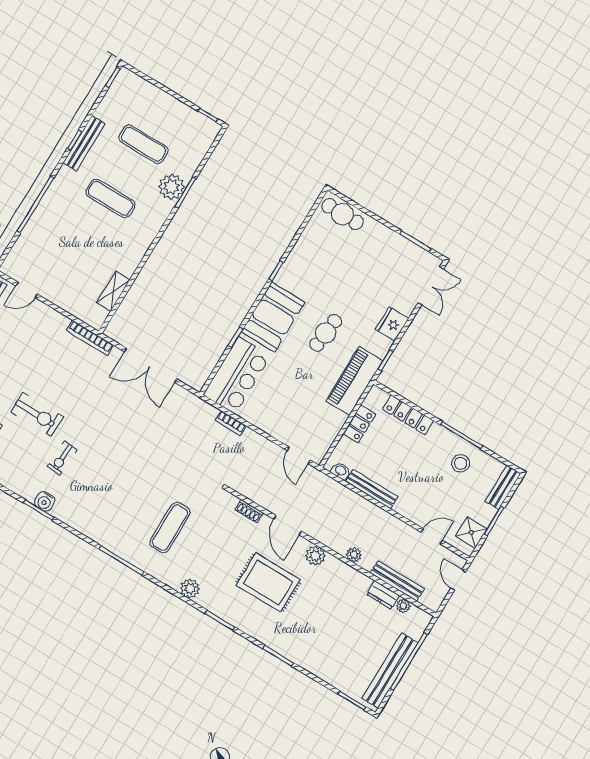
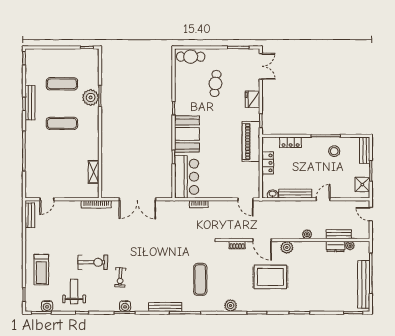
cafe table: (326, 333) -> (215, 83), moved
locker: (408, 415) -> (291, 142), width x0.66
bench: (99, 536) -> (165, 307), added
door: (432, 536) -> (323, 199), moved
bench: (397, 581) -> (339, 234), width x0.73

